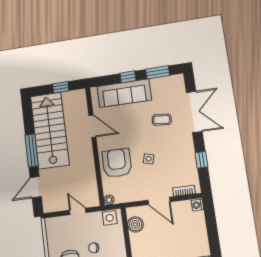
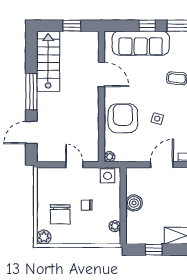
stairs: (50, 130) -> (48, 61), width x0.73, depth x0.66
door: (159, 201) -> (162, 165), swing flipped
boiler: (135, 224) -> (134, 203), moved

